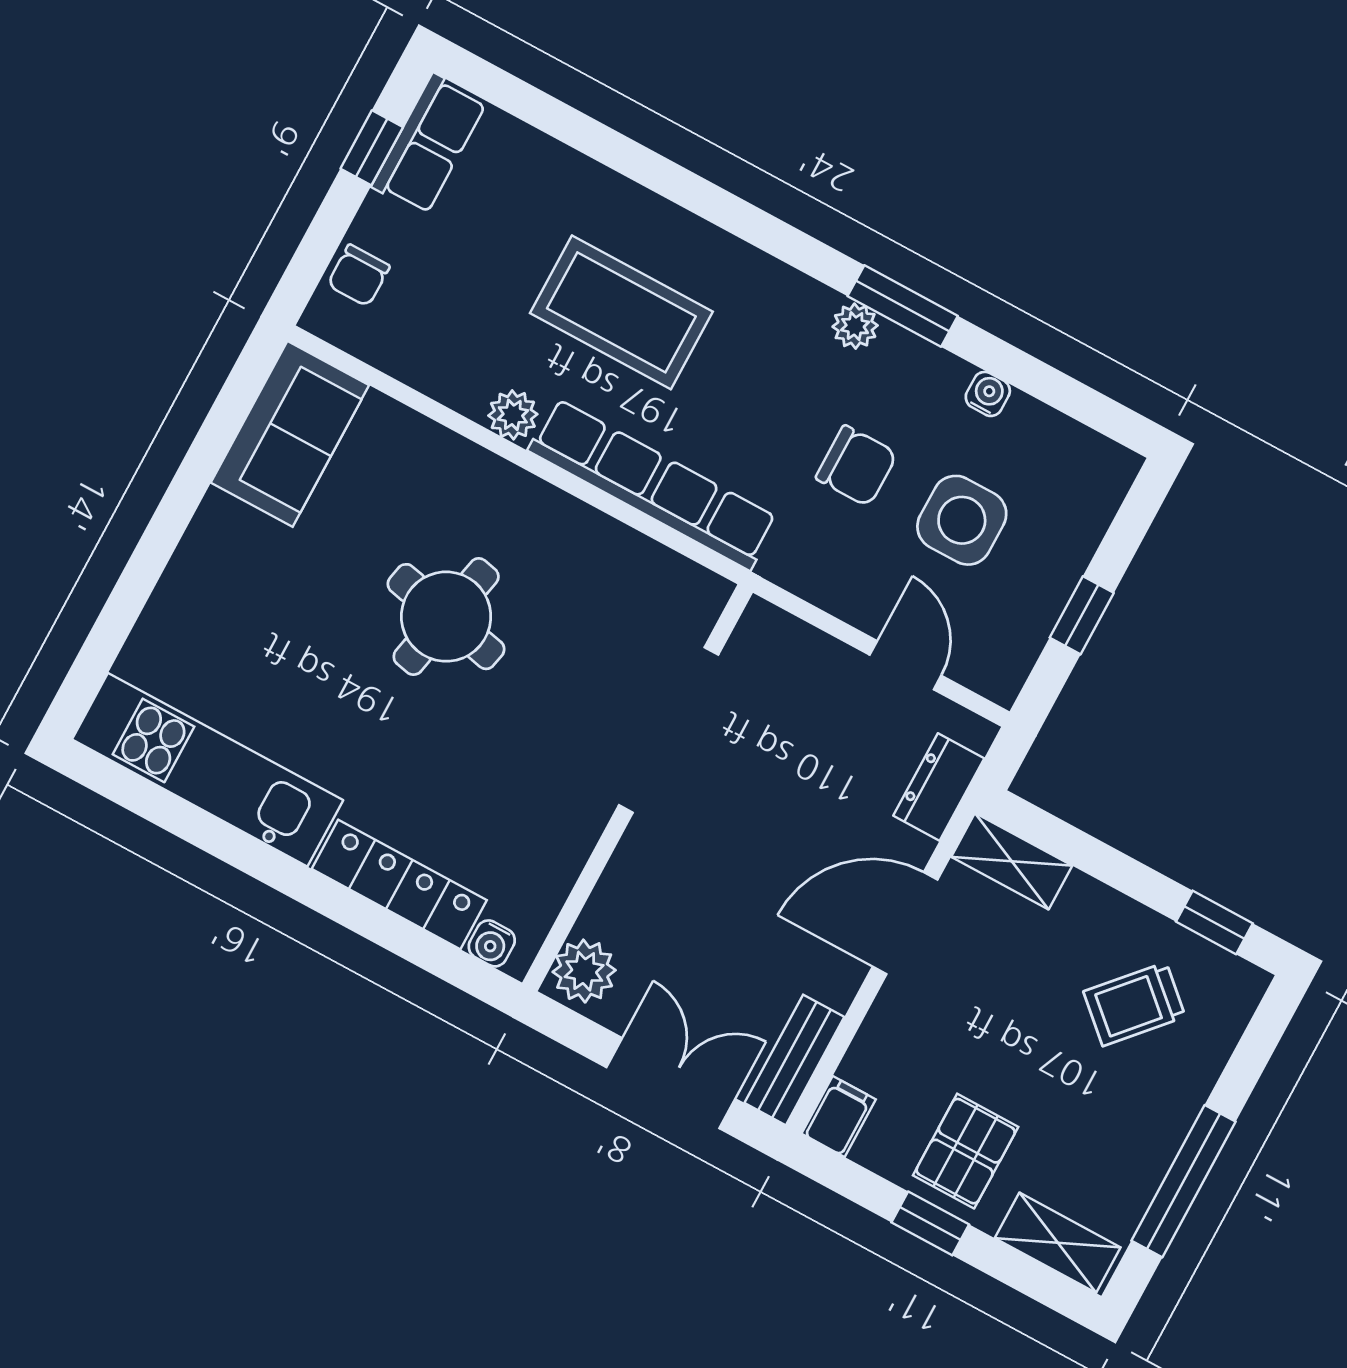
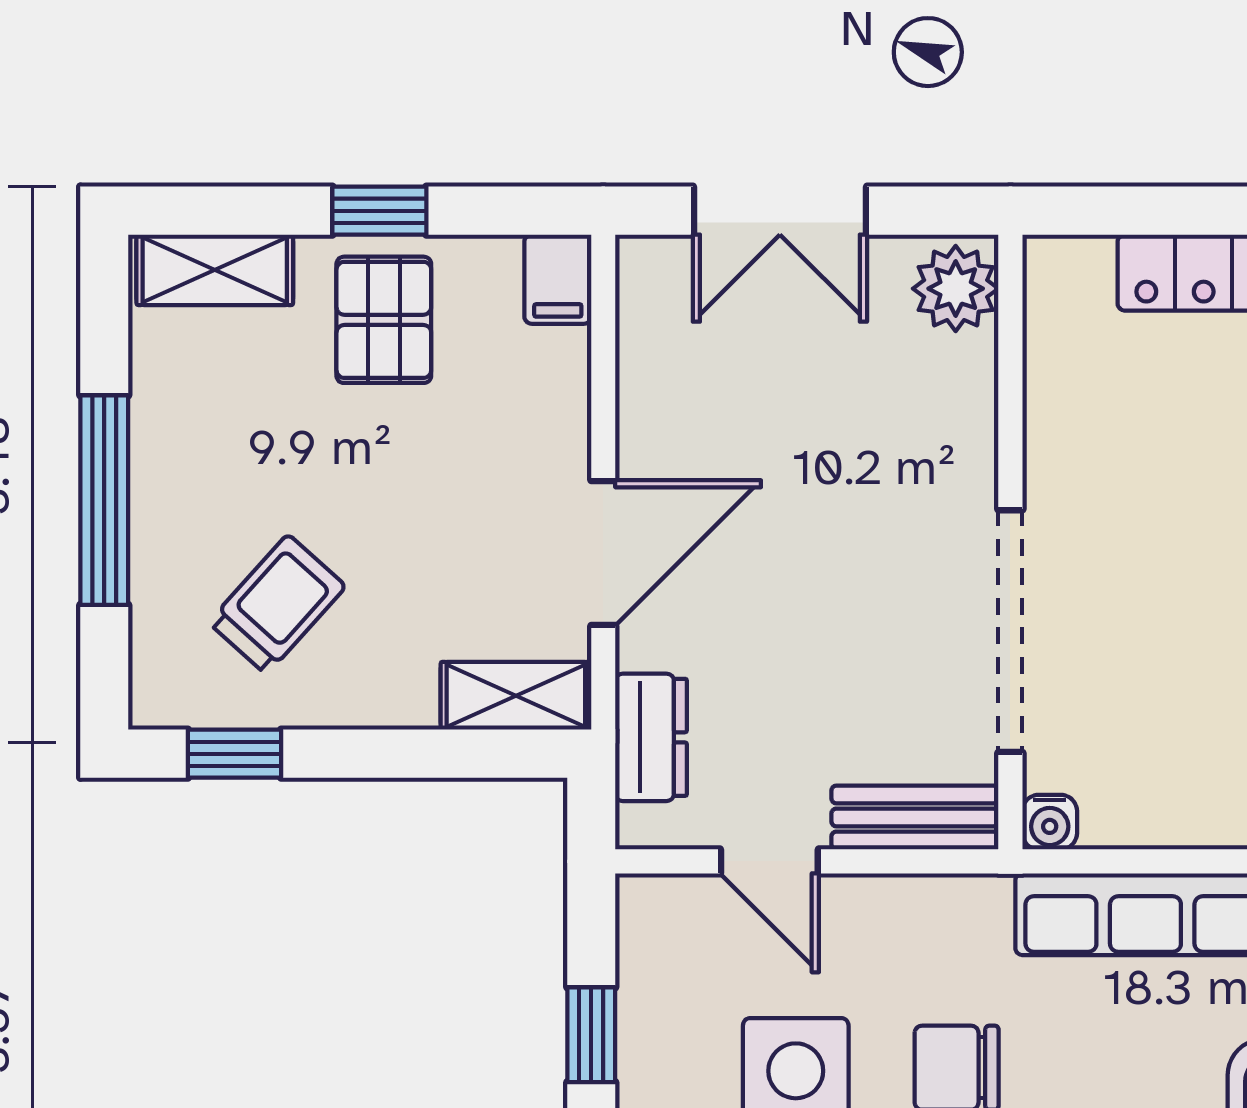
water cooler: (492, 943) -> (1050, 822), moved, turned 180
bench: (794, 1060) -> (915, 817), moved, turned 90
window: (1183, 1181) -> (104, 500), moved

